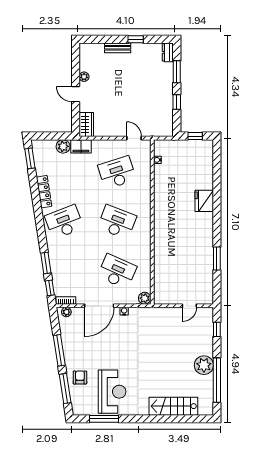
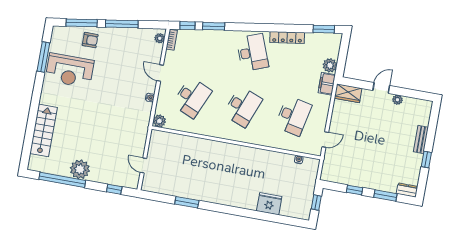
desk: (117, 172) -> (293, 116), turned 30
fridge: (204, 201) -> (269, 204), moved
door: (99, 306) -> (160, 73), width x0.53

